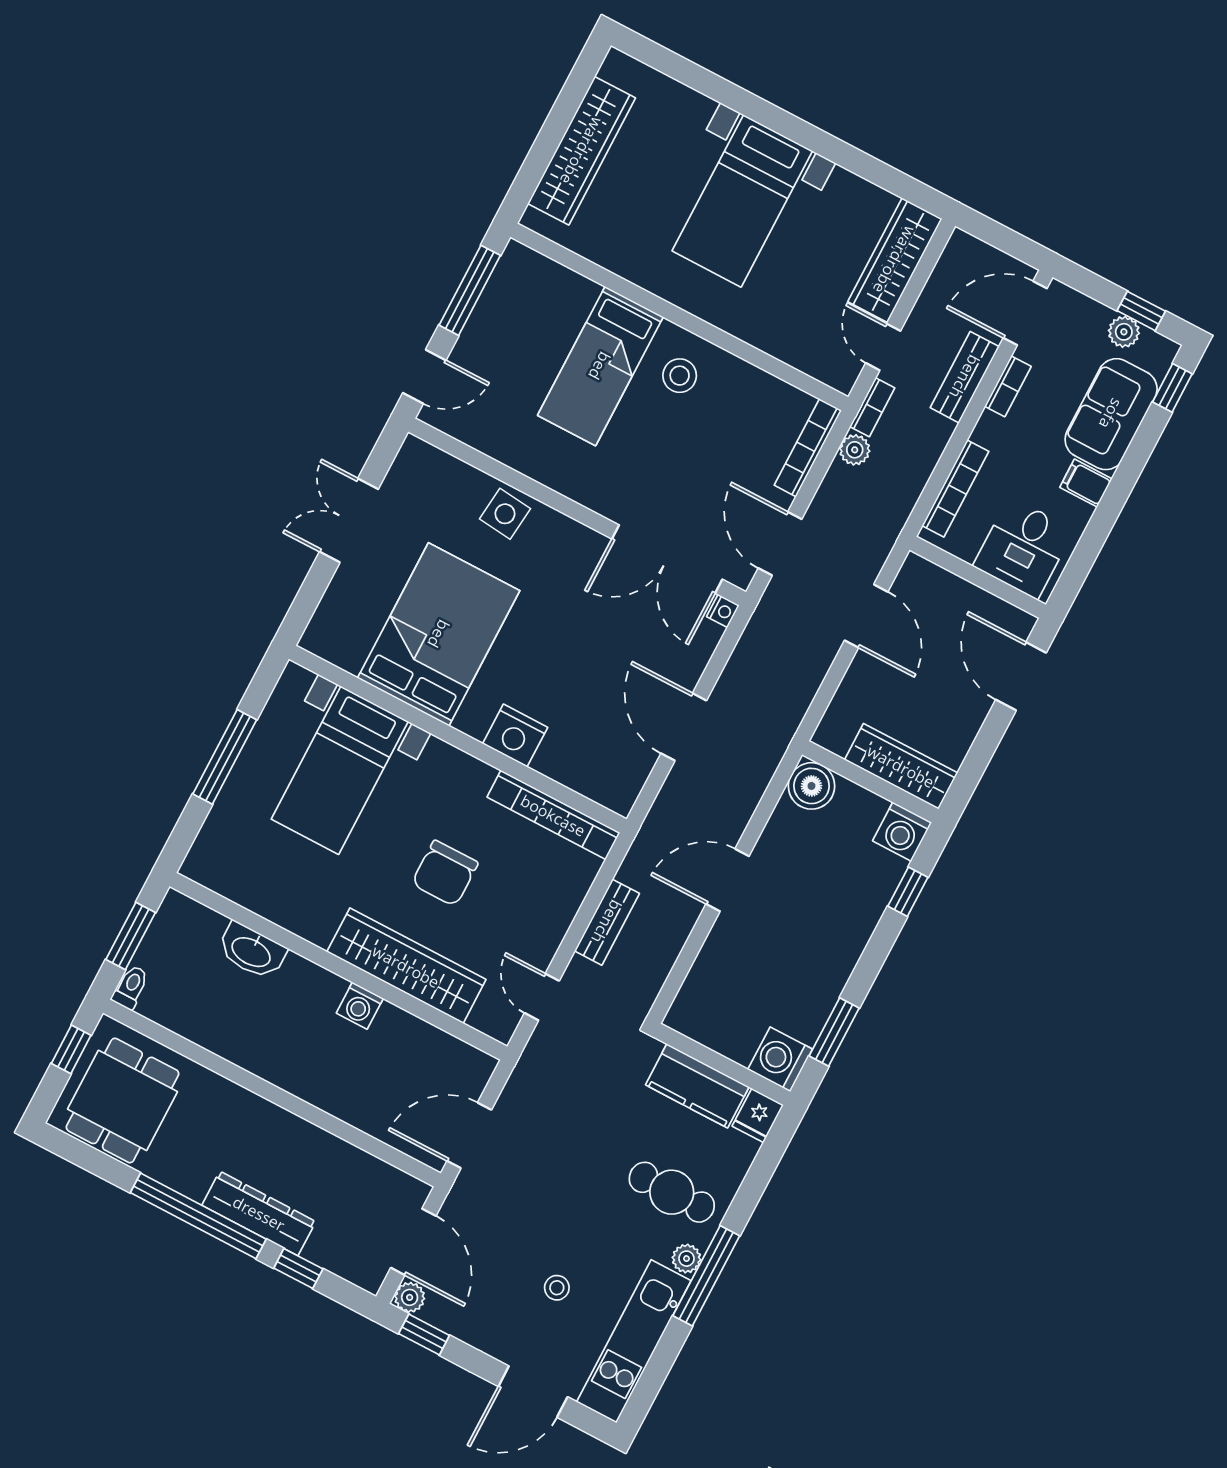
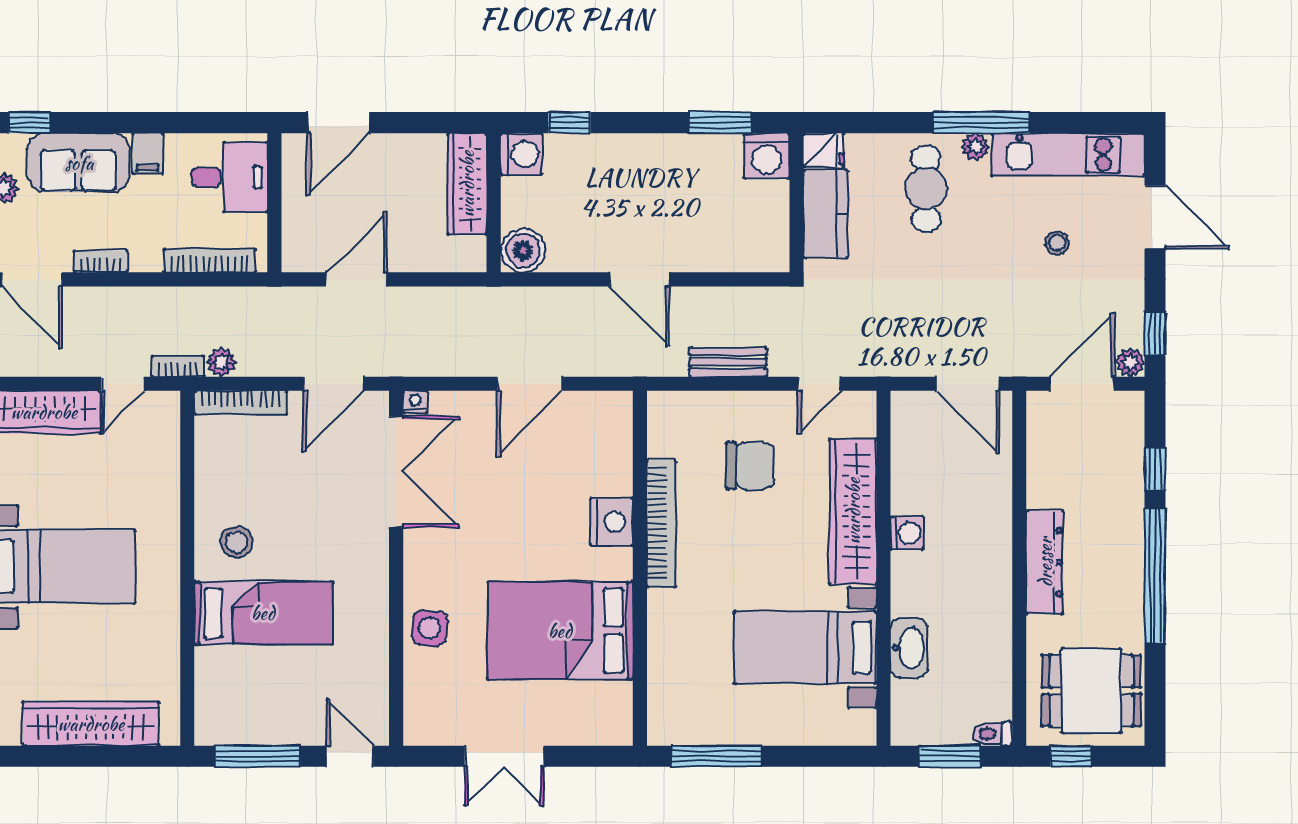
bench: (965, 377) -> (112, 302), removed
window: (225, 757) -> (716, 756), moved
bed with nightstands: (340, 770) -> (805, 648), moved, turned 180
bookcase: (553, 815) -> (661, 523), moved
chair: (445, 873) -> (750, 466), moved
dresser: (259, 1213) -> (1045, 562), moved, turned 180

